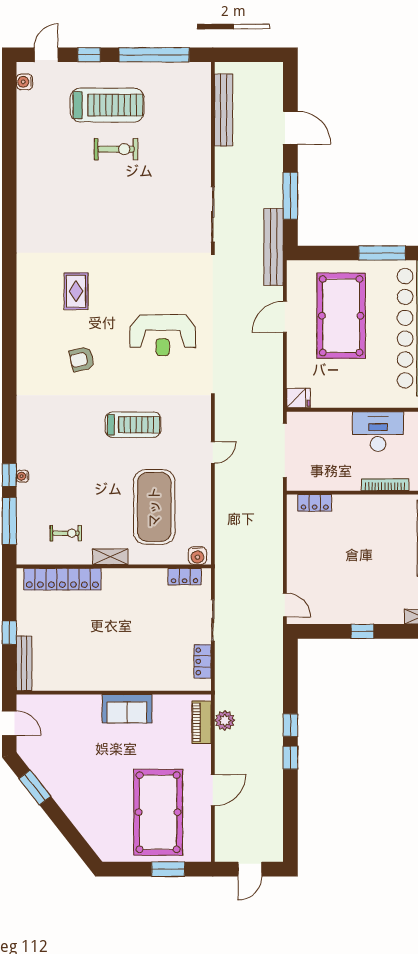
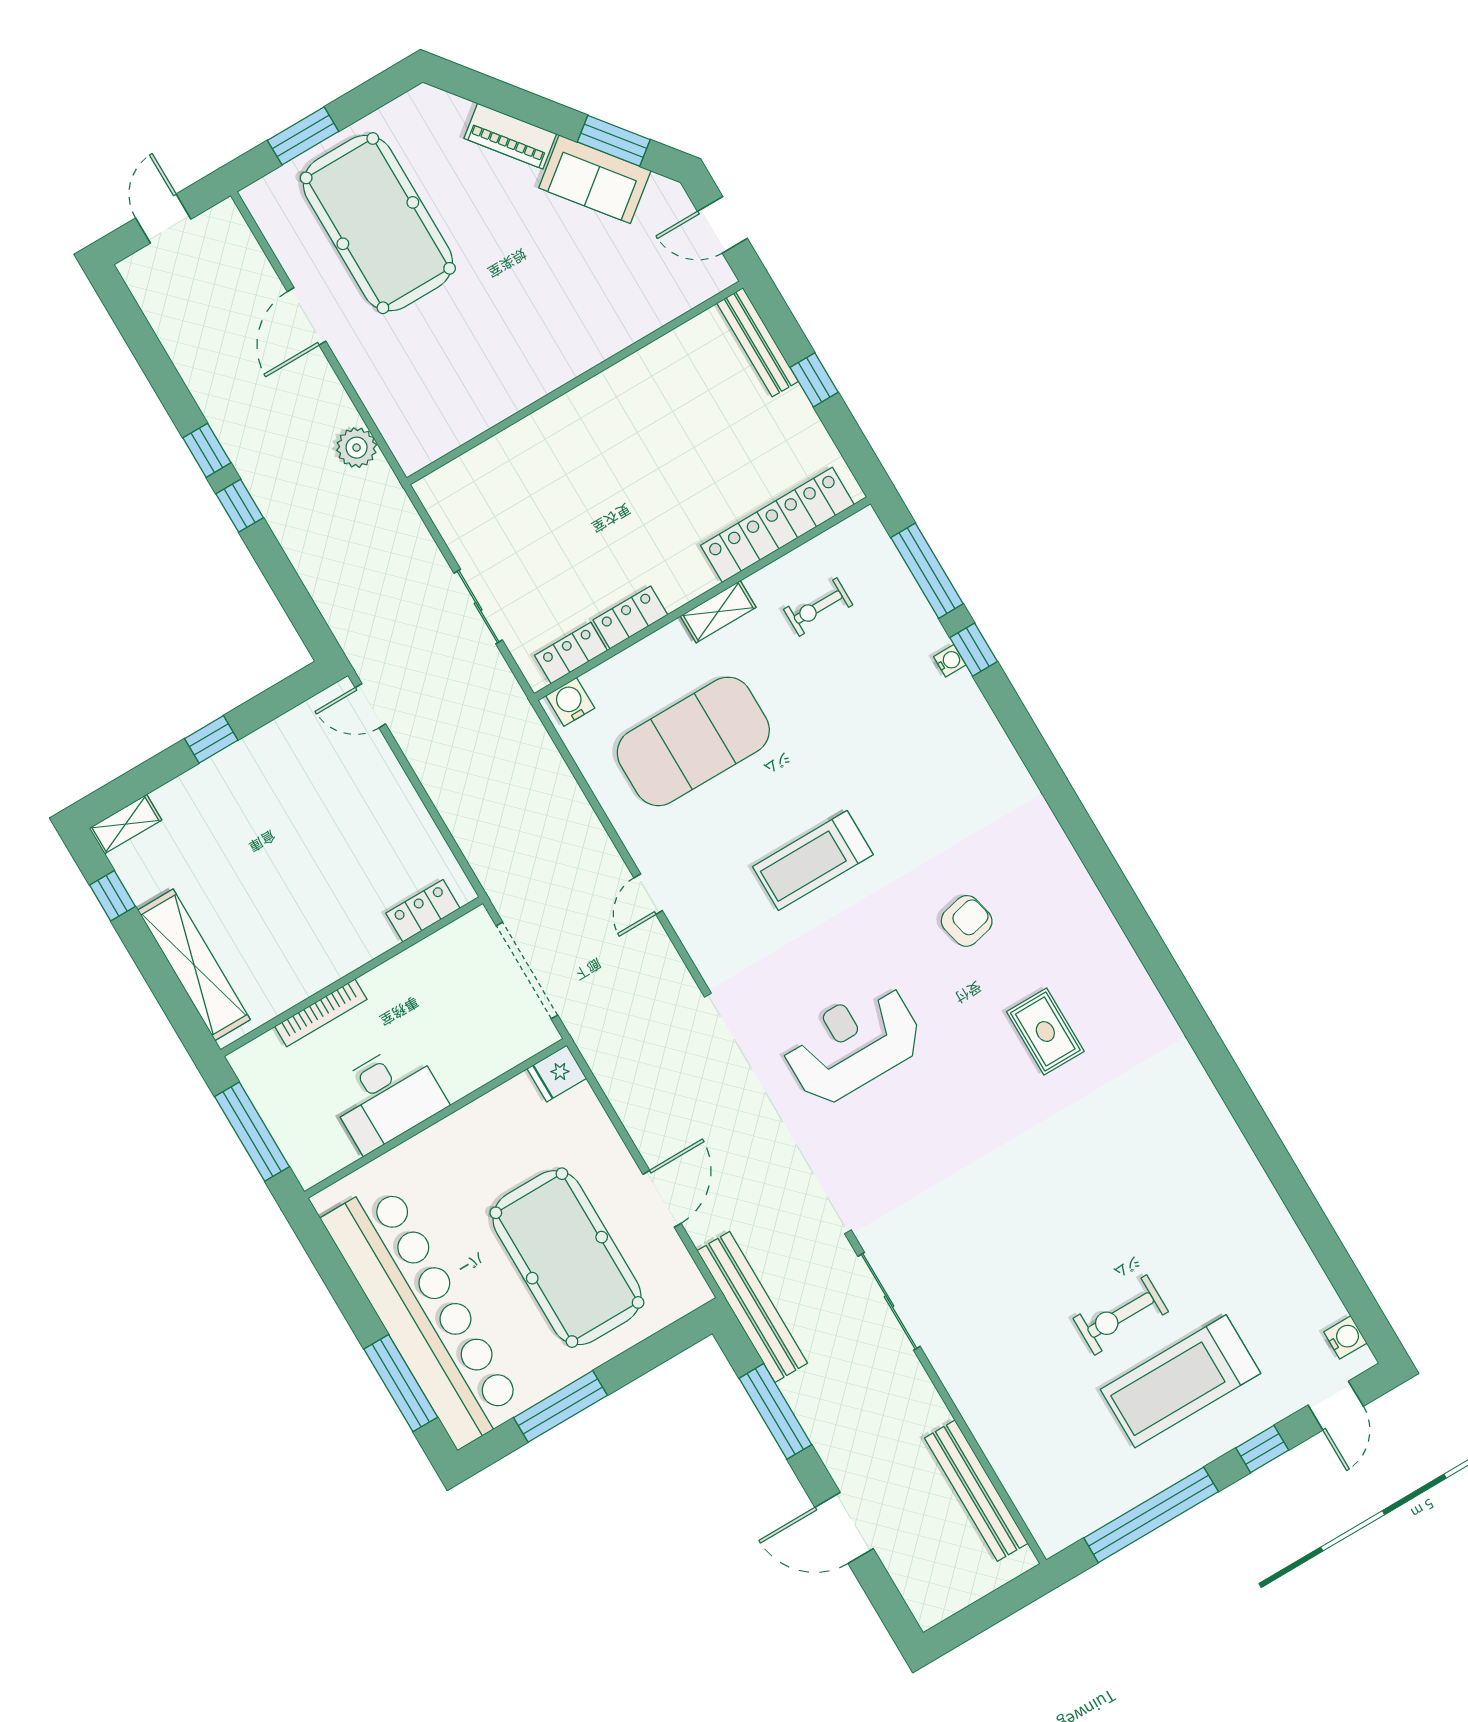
exercise mat: (154, 507) -> (693, 741), turned 90
locker: (203, 661) -> (630, 617), moved, turned -90
sofa: (127, 709) -> (595, 179), moved, turned -128
piano: (202, 722) -> (510, 136), moved, turned 142

